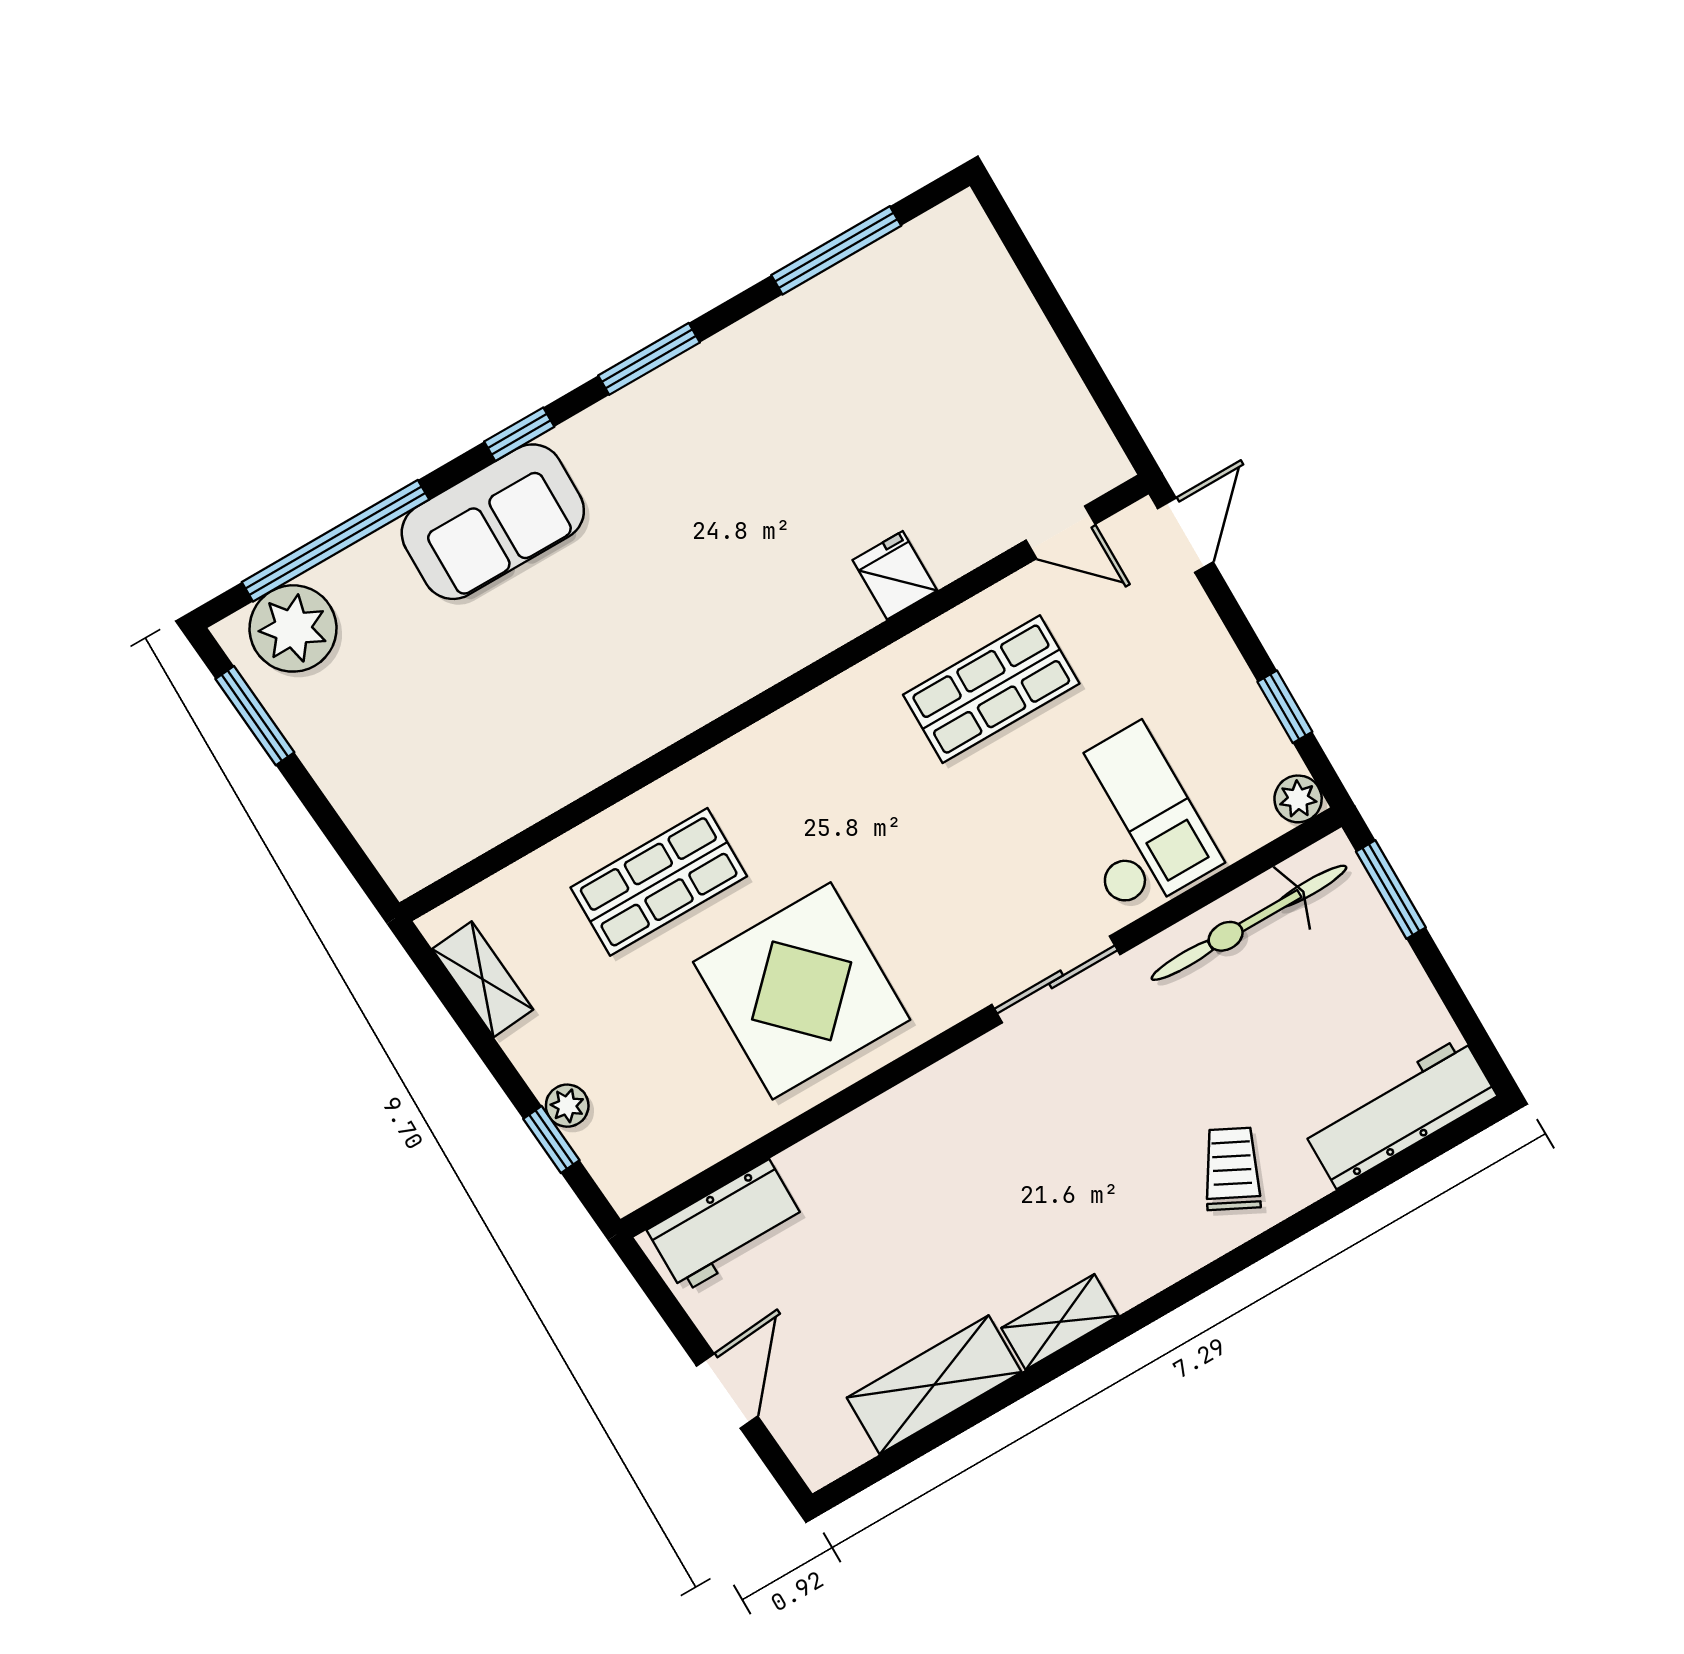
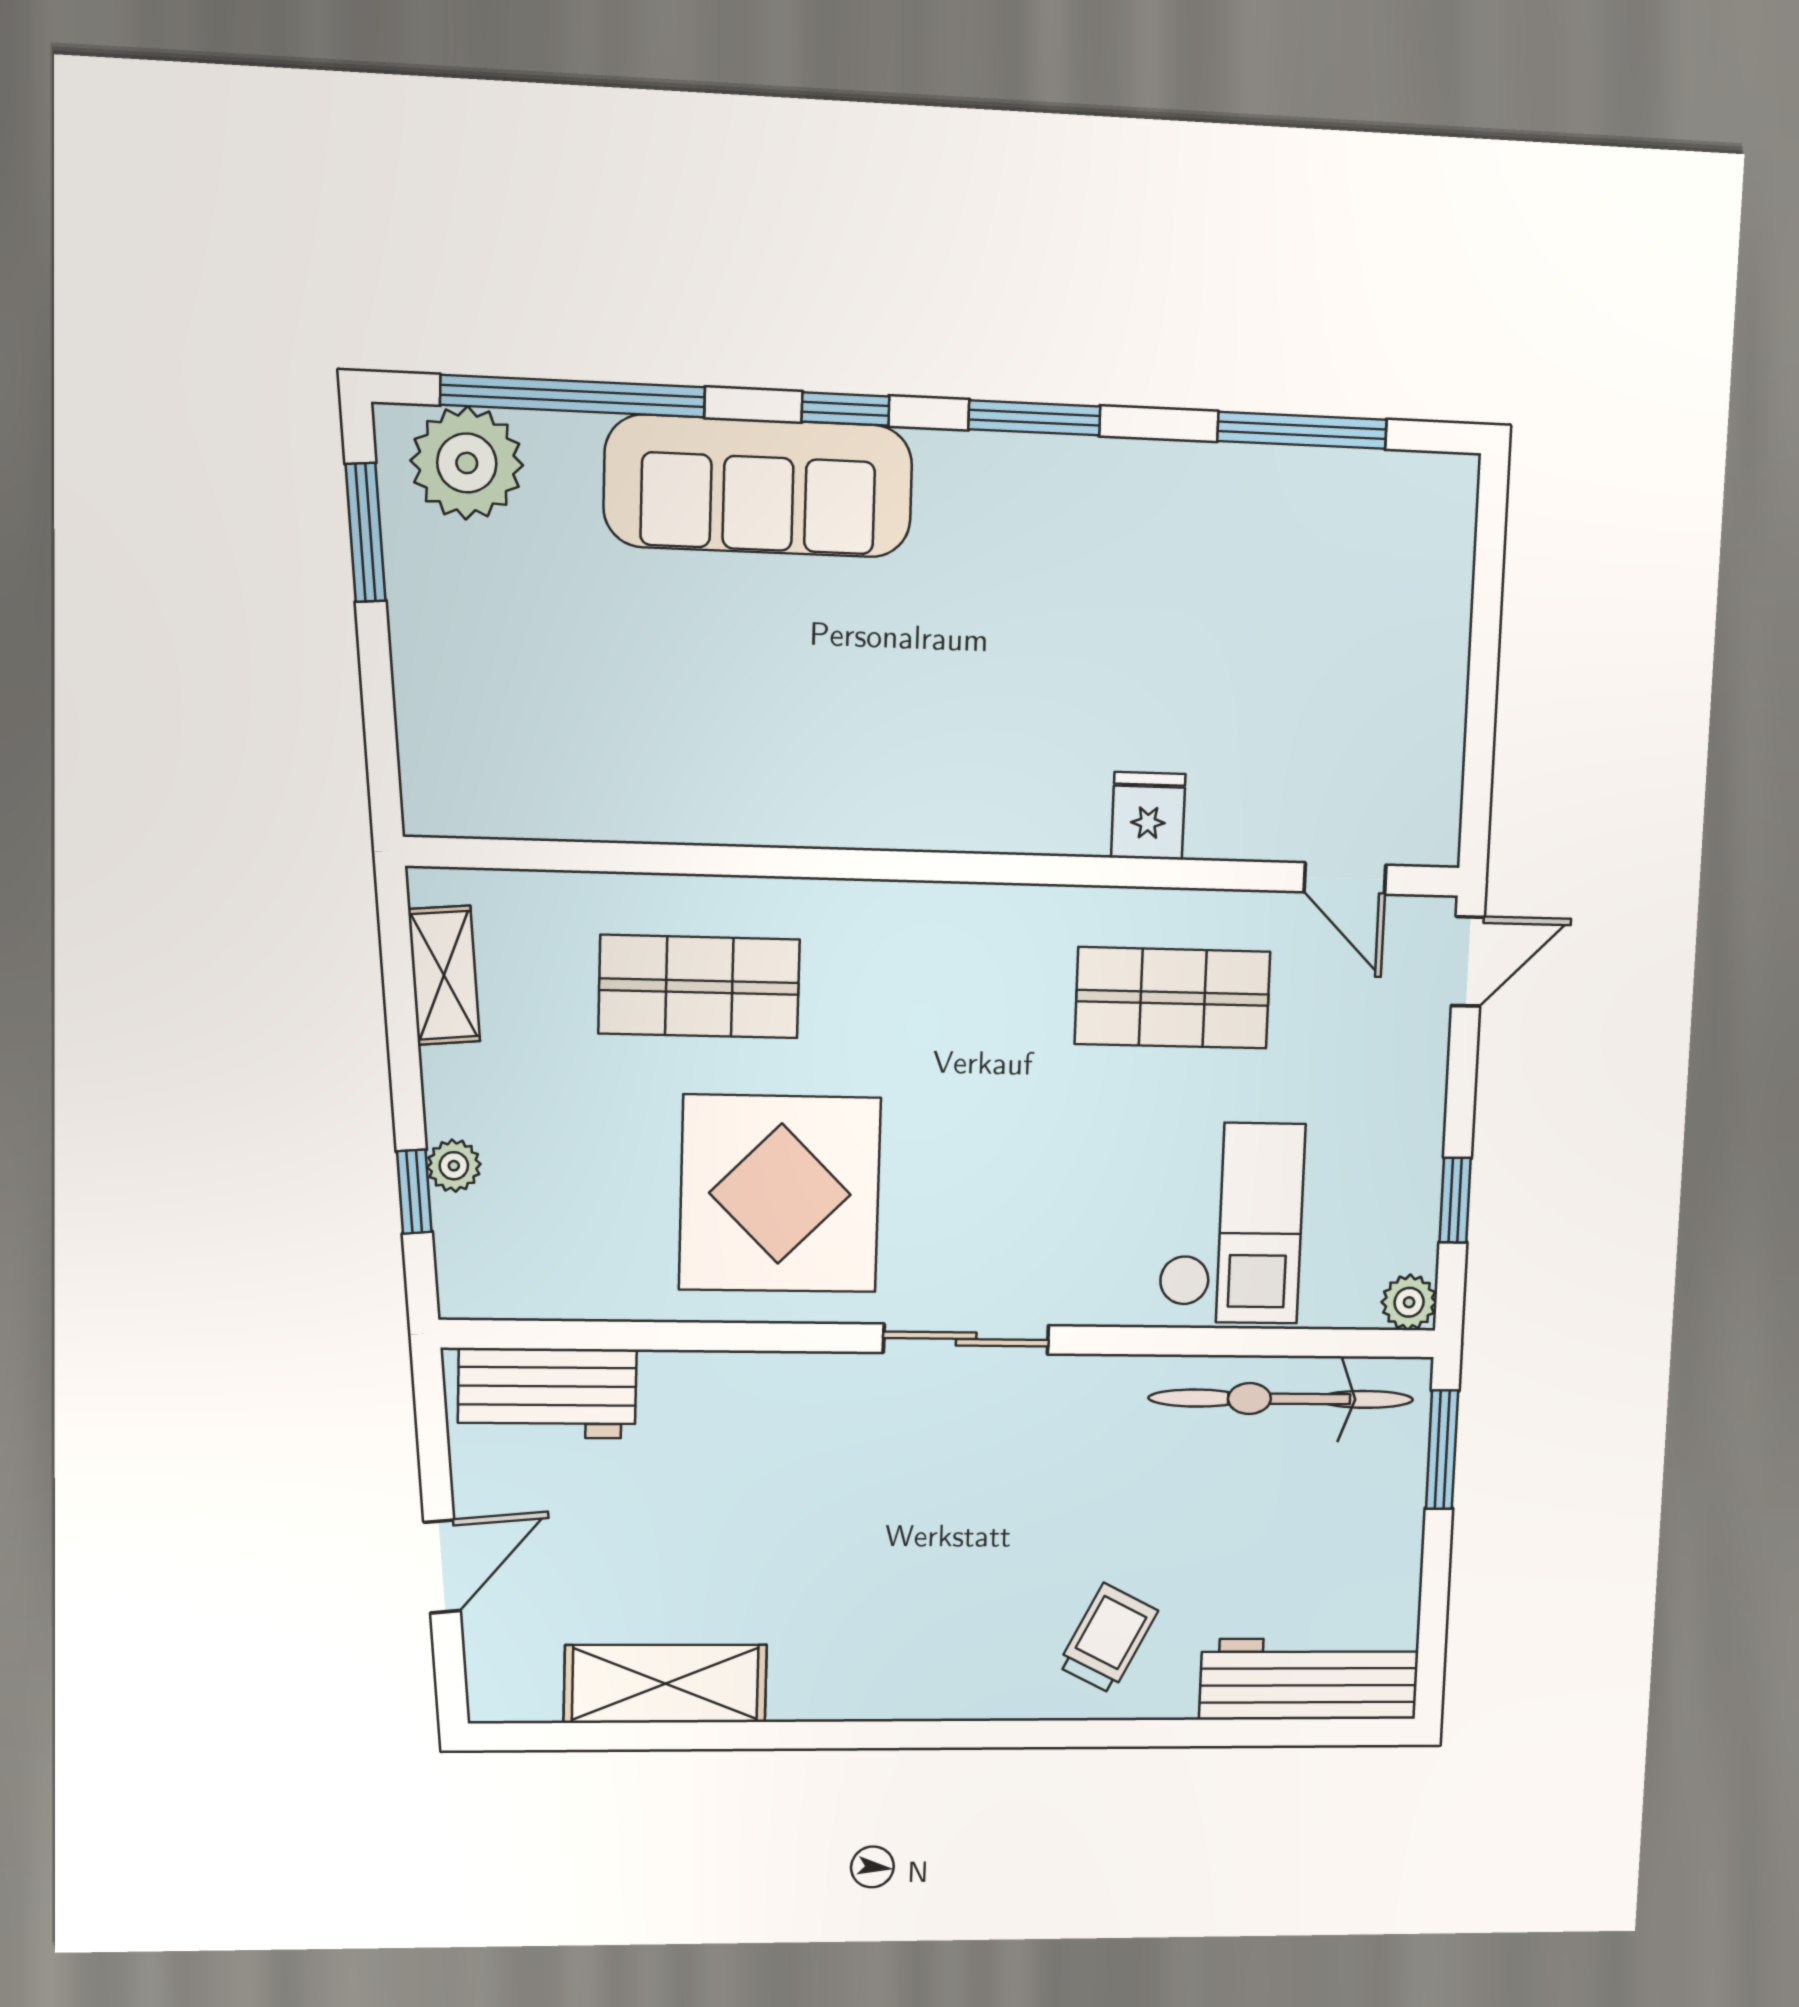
sofa: (493, 522) -> (758, 486), width x1.36
sliding door: (1056, 979) -> (966, 1339), moved
shelving: (1060, 1322) -> (836, 1693), removed

